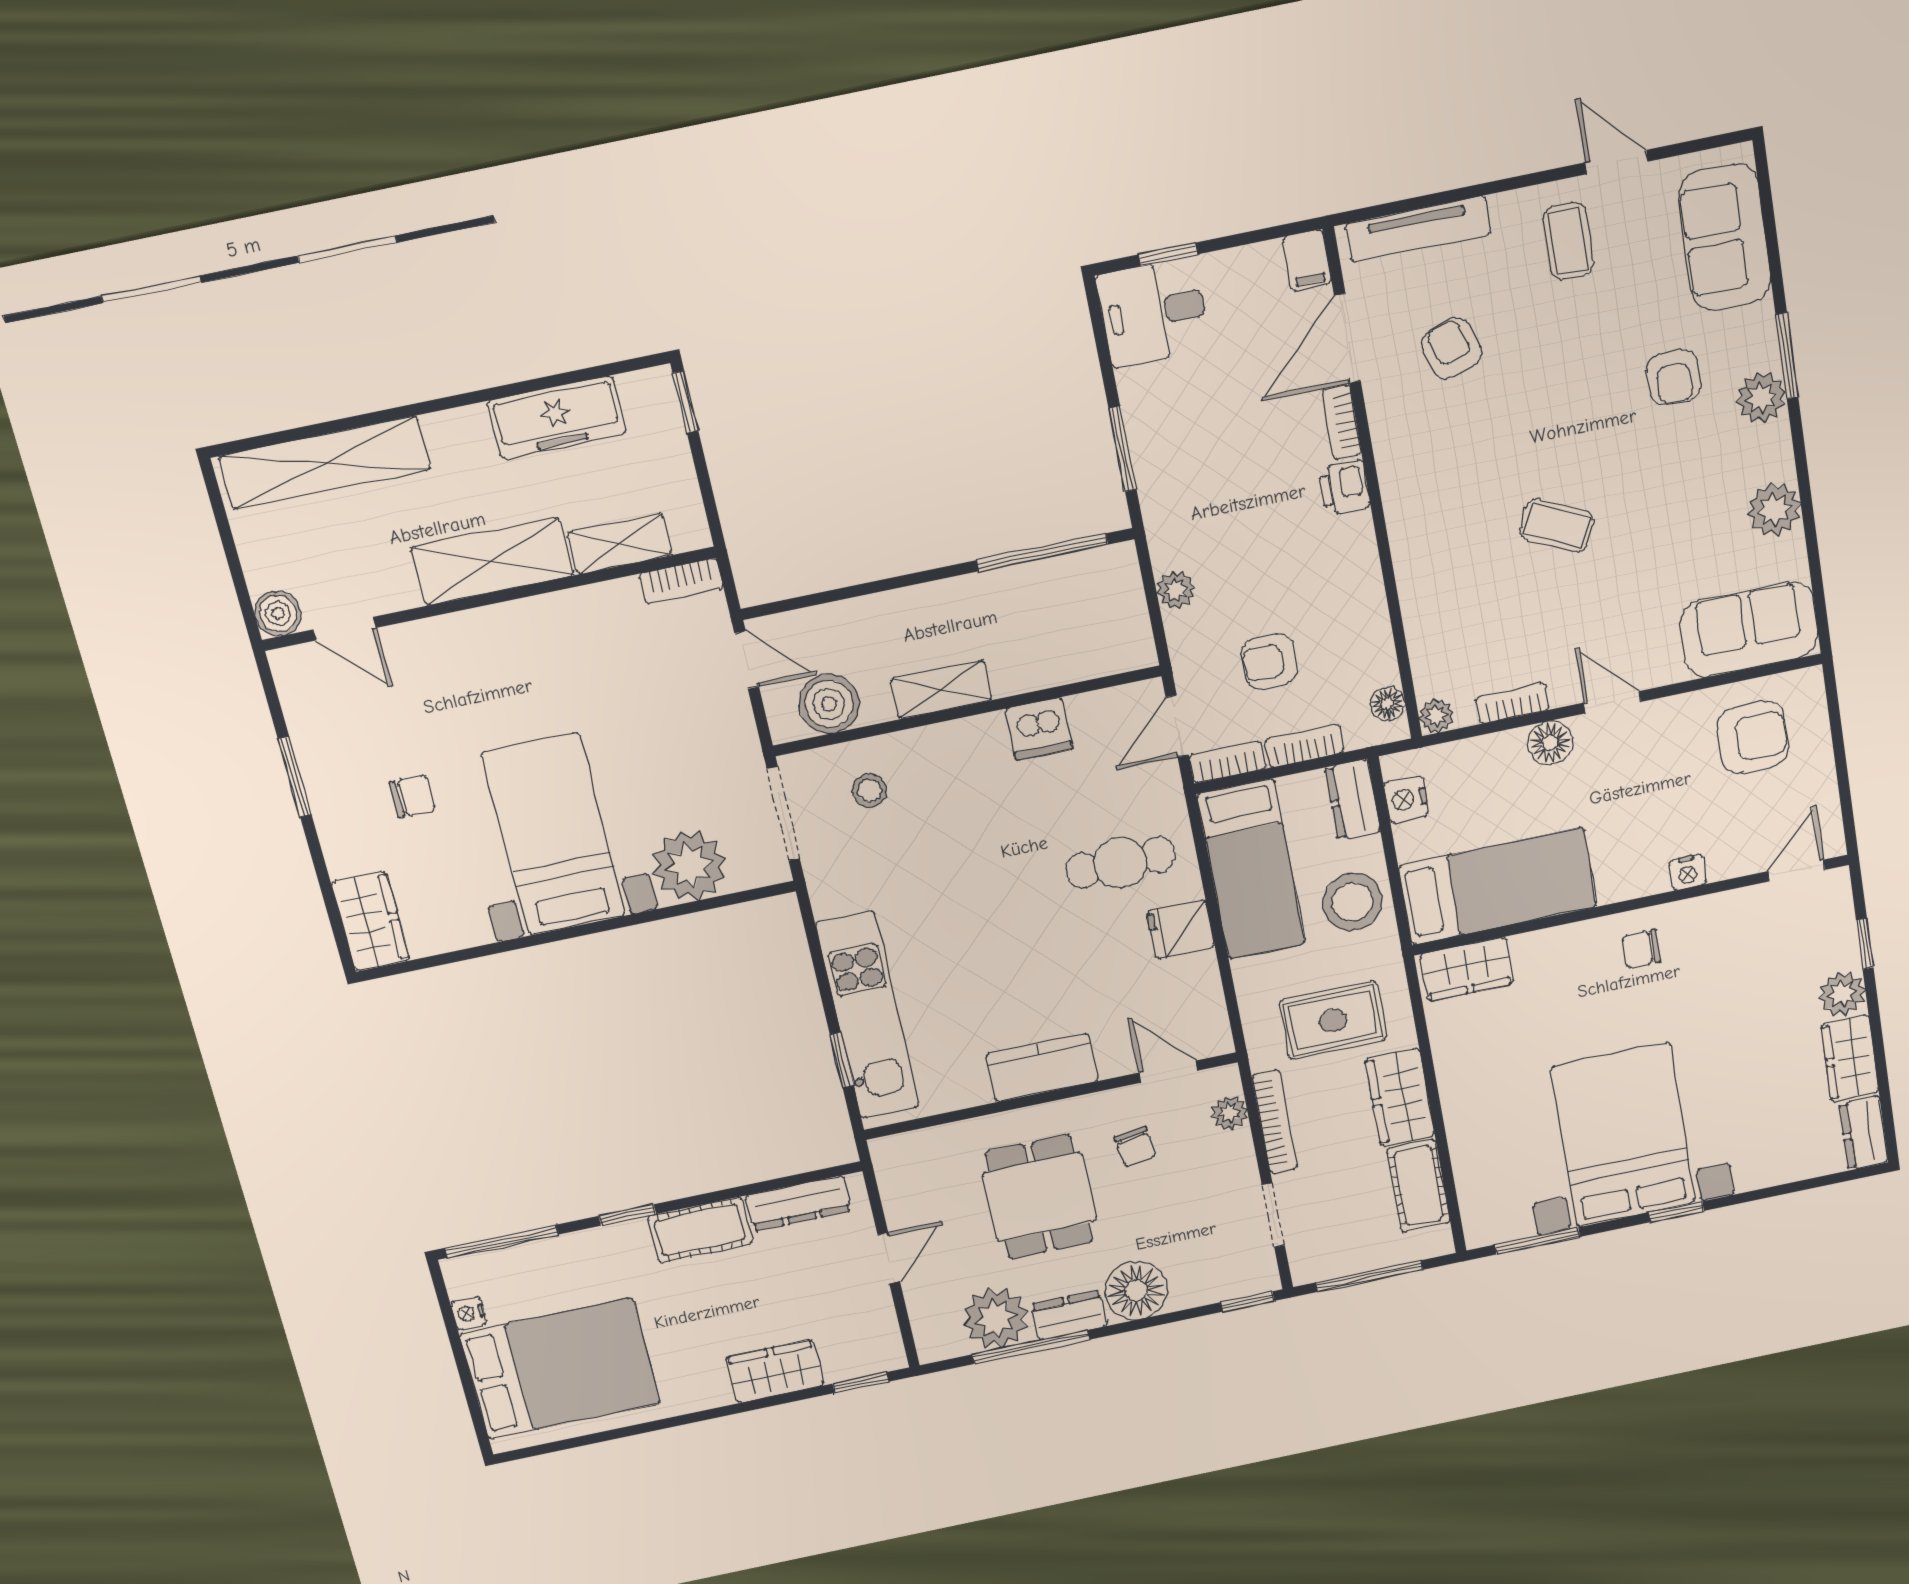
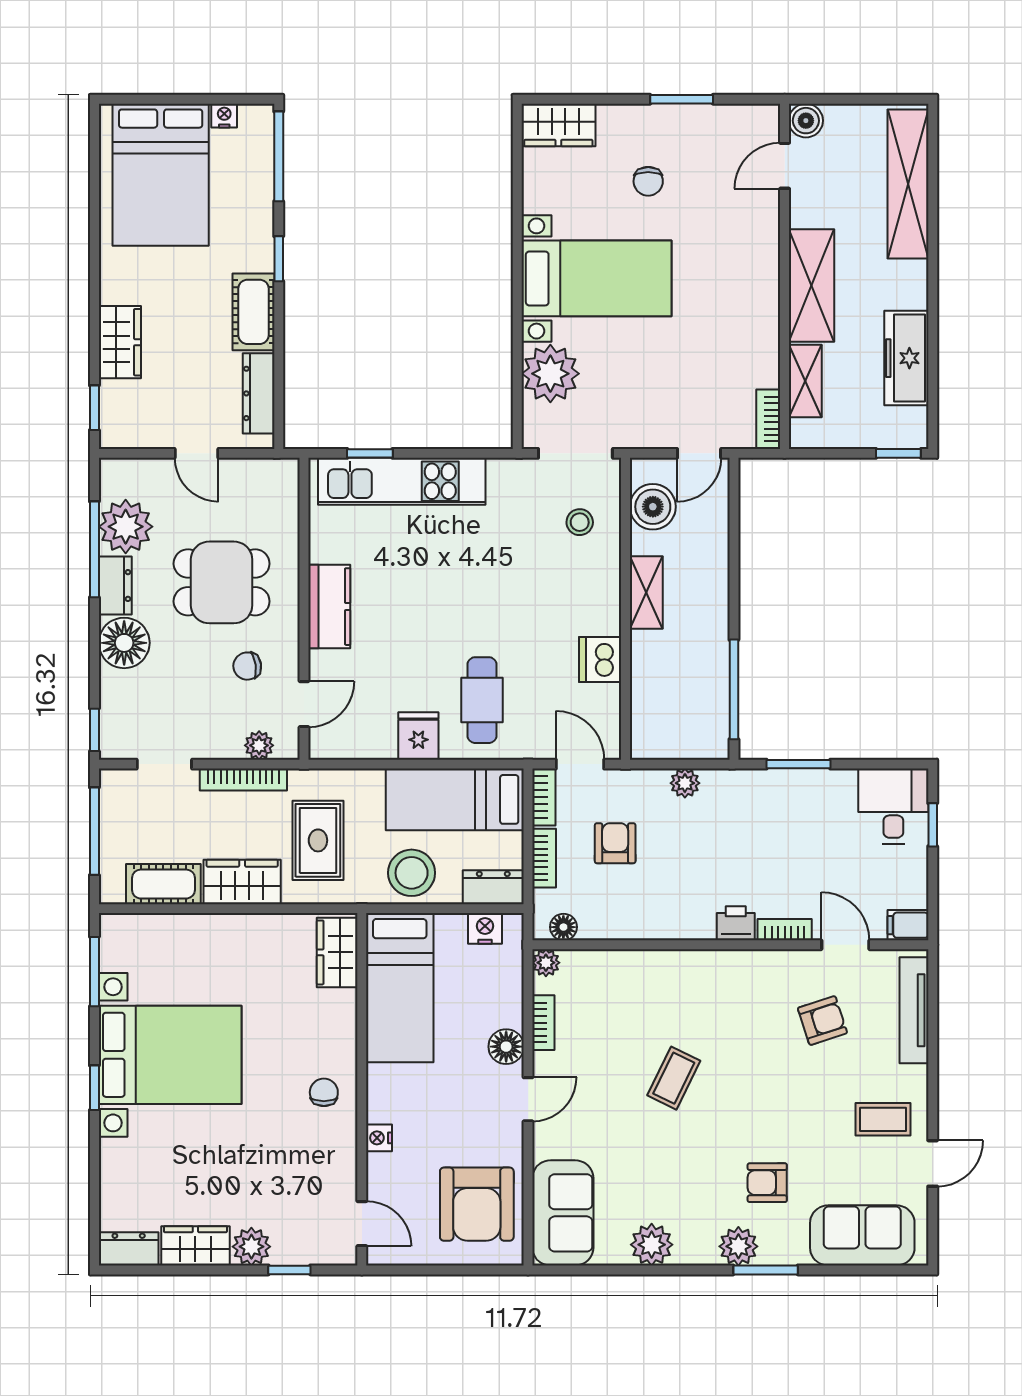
door: (1347, 338) -> (845, 945), width x0.73
armchair: (1753, 738) -> (477, 1204), width x1.36, depth x1.36

